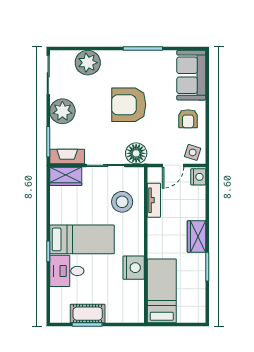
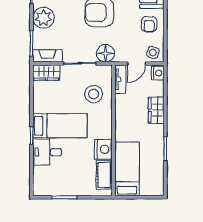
tv unit: (154, 200) -> (120, 79), moved
wardrobe: (197, 236) -> (156, 110), moved
cot: (88, 314) -> (104, 175), moved, turned 90

